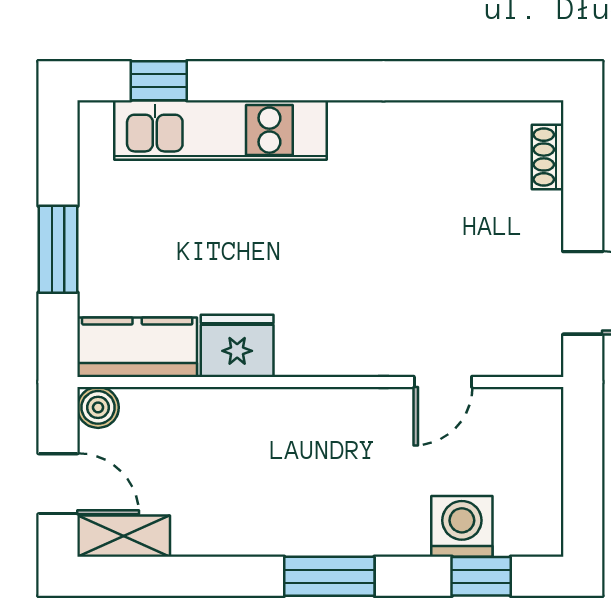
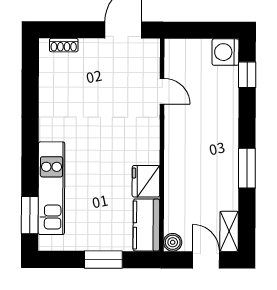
window: (159, 81) -> (30, 215), width x1.50
door: (58, 484) -> (206, 260), hinge flipped
washing machine: (462, 526) -> (225, 52), moved
window: (329, 576) -> (247, 168), moved

